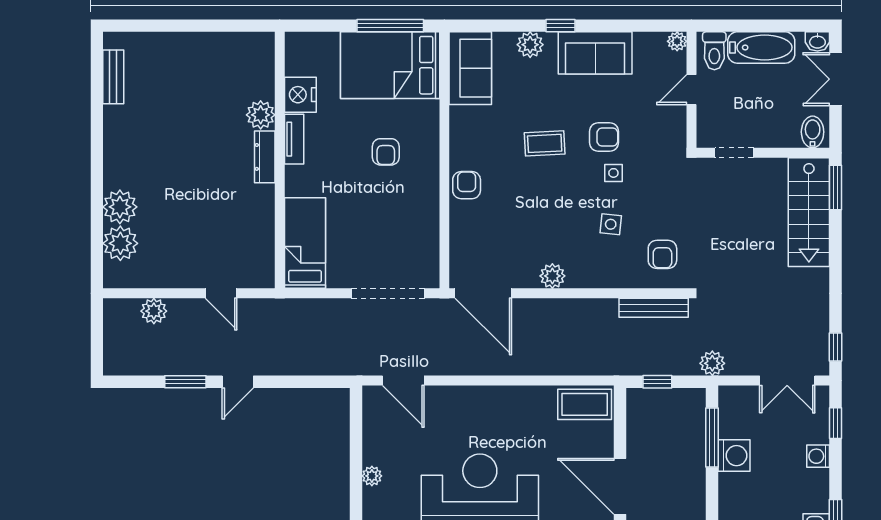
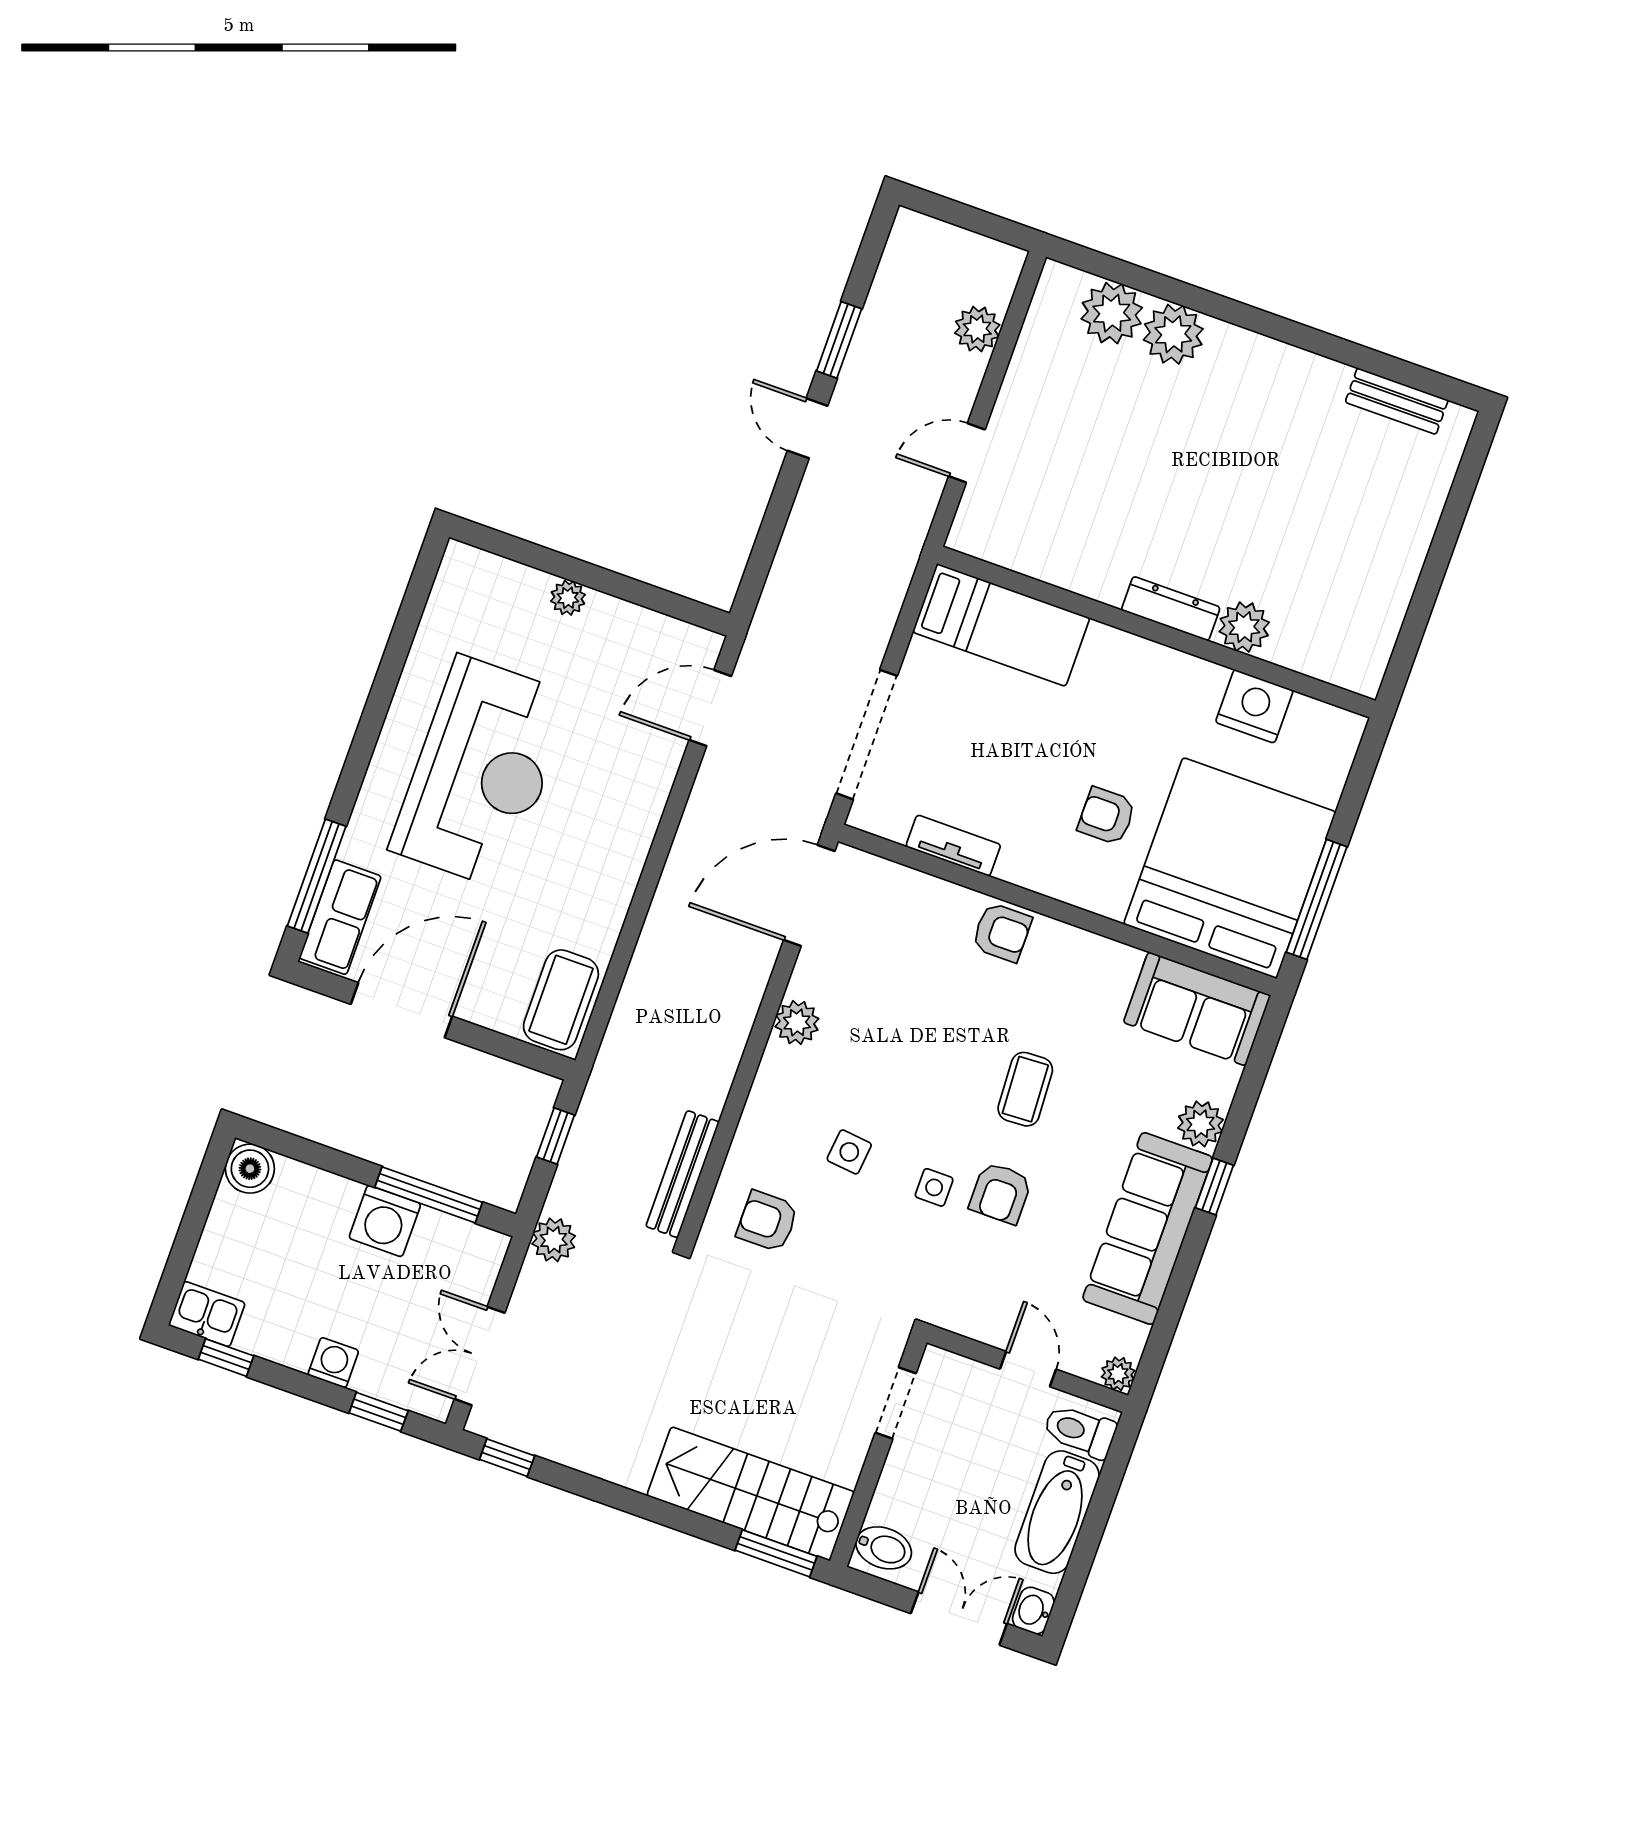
sofa: (595, 53) -> (1148, 1228), width x1.36
bed: (390, 65) -> (1230, 868), width x1.36
tv unit: (294, 139) -> (953, 846), moved, turned 180

